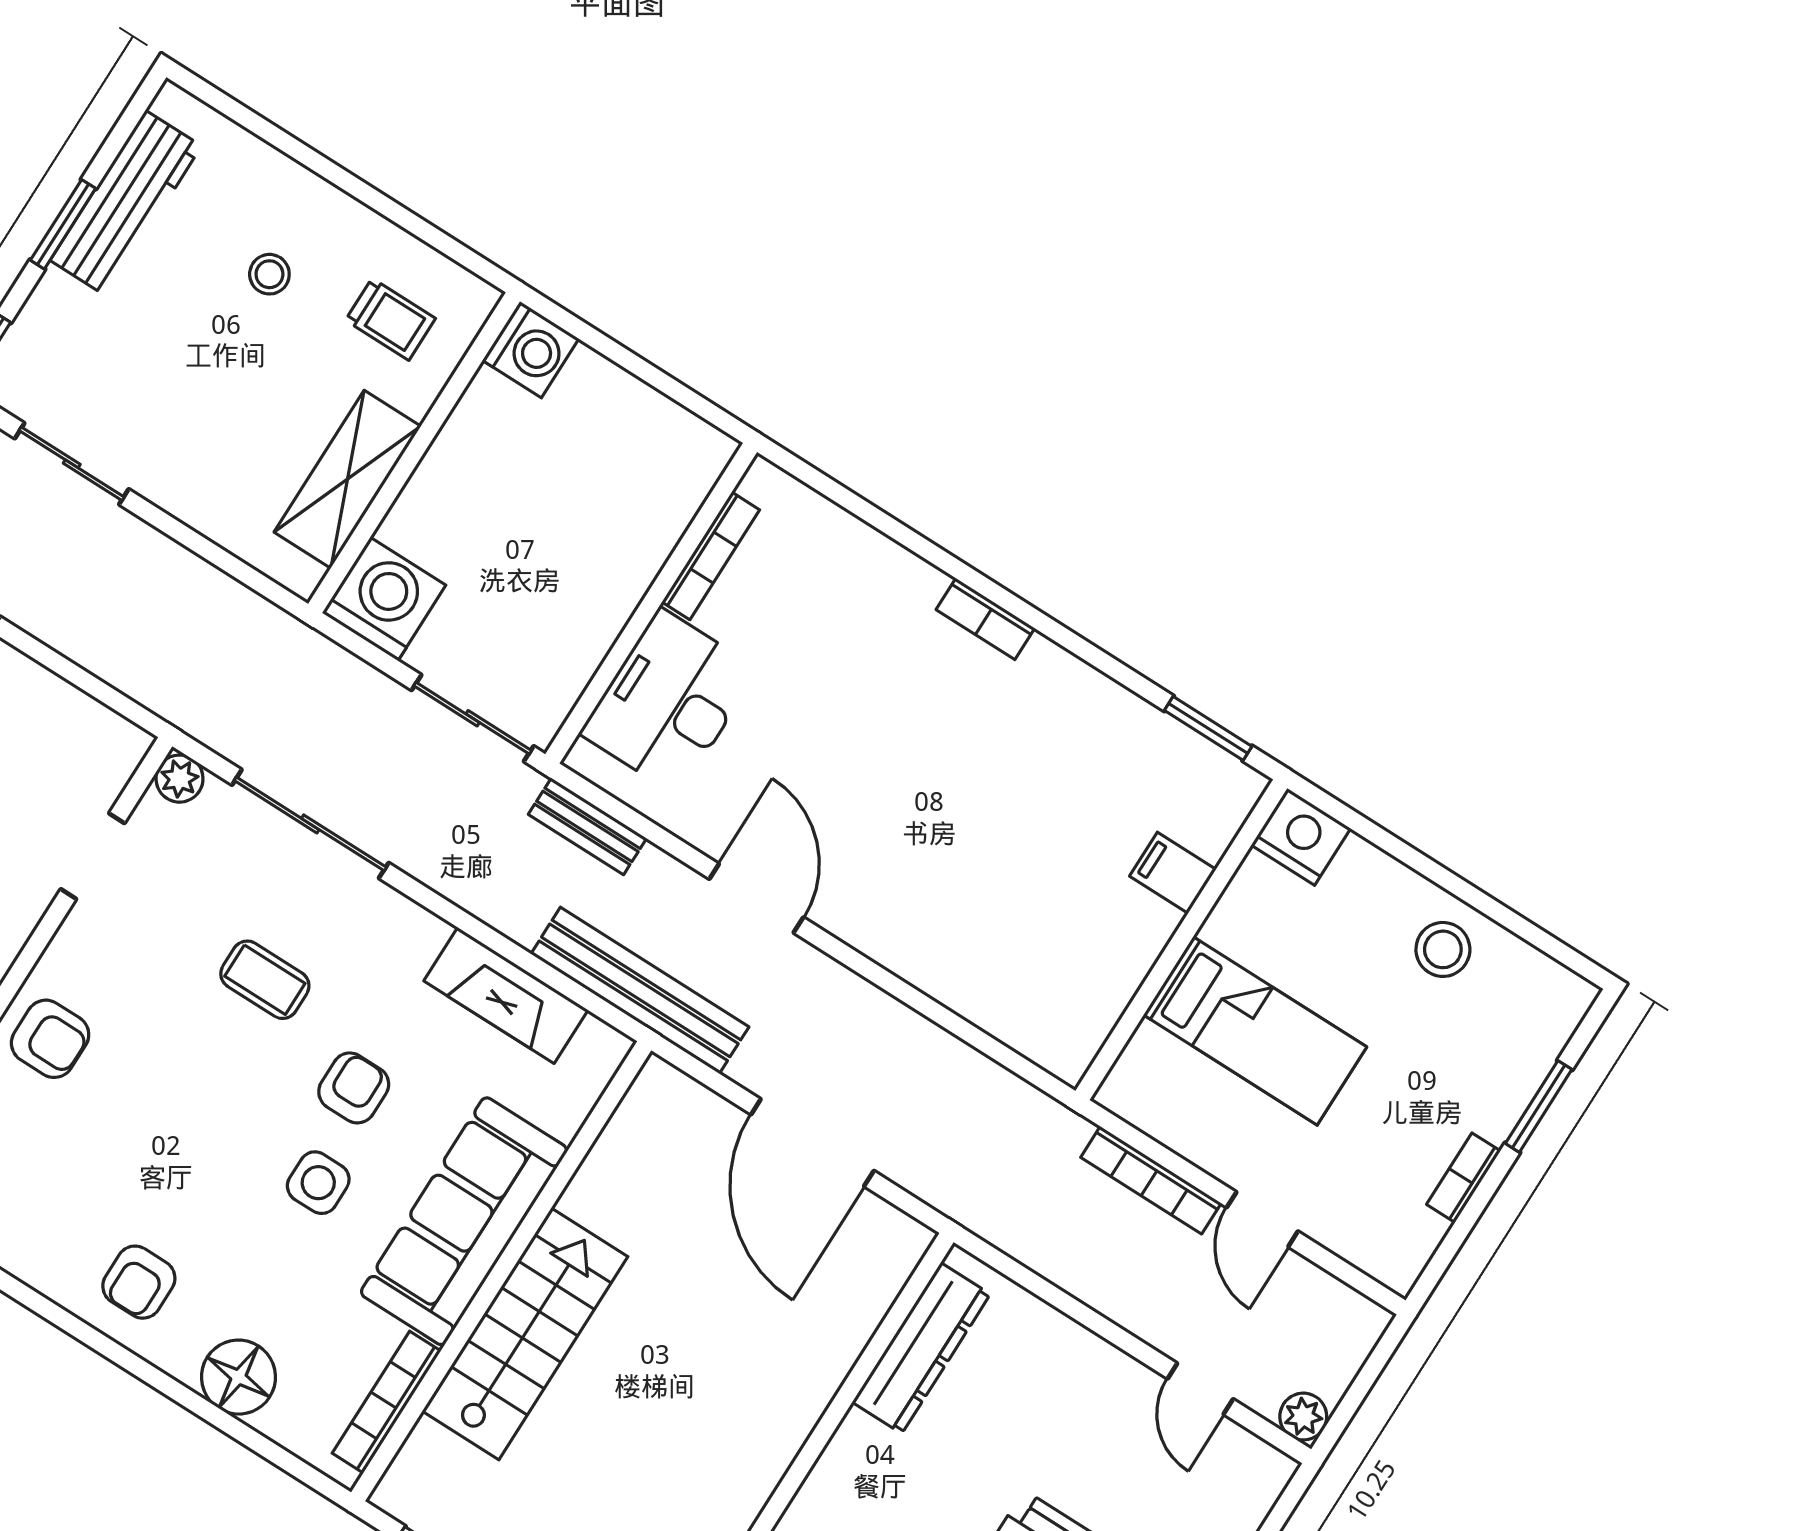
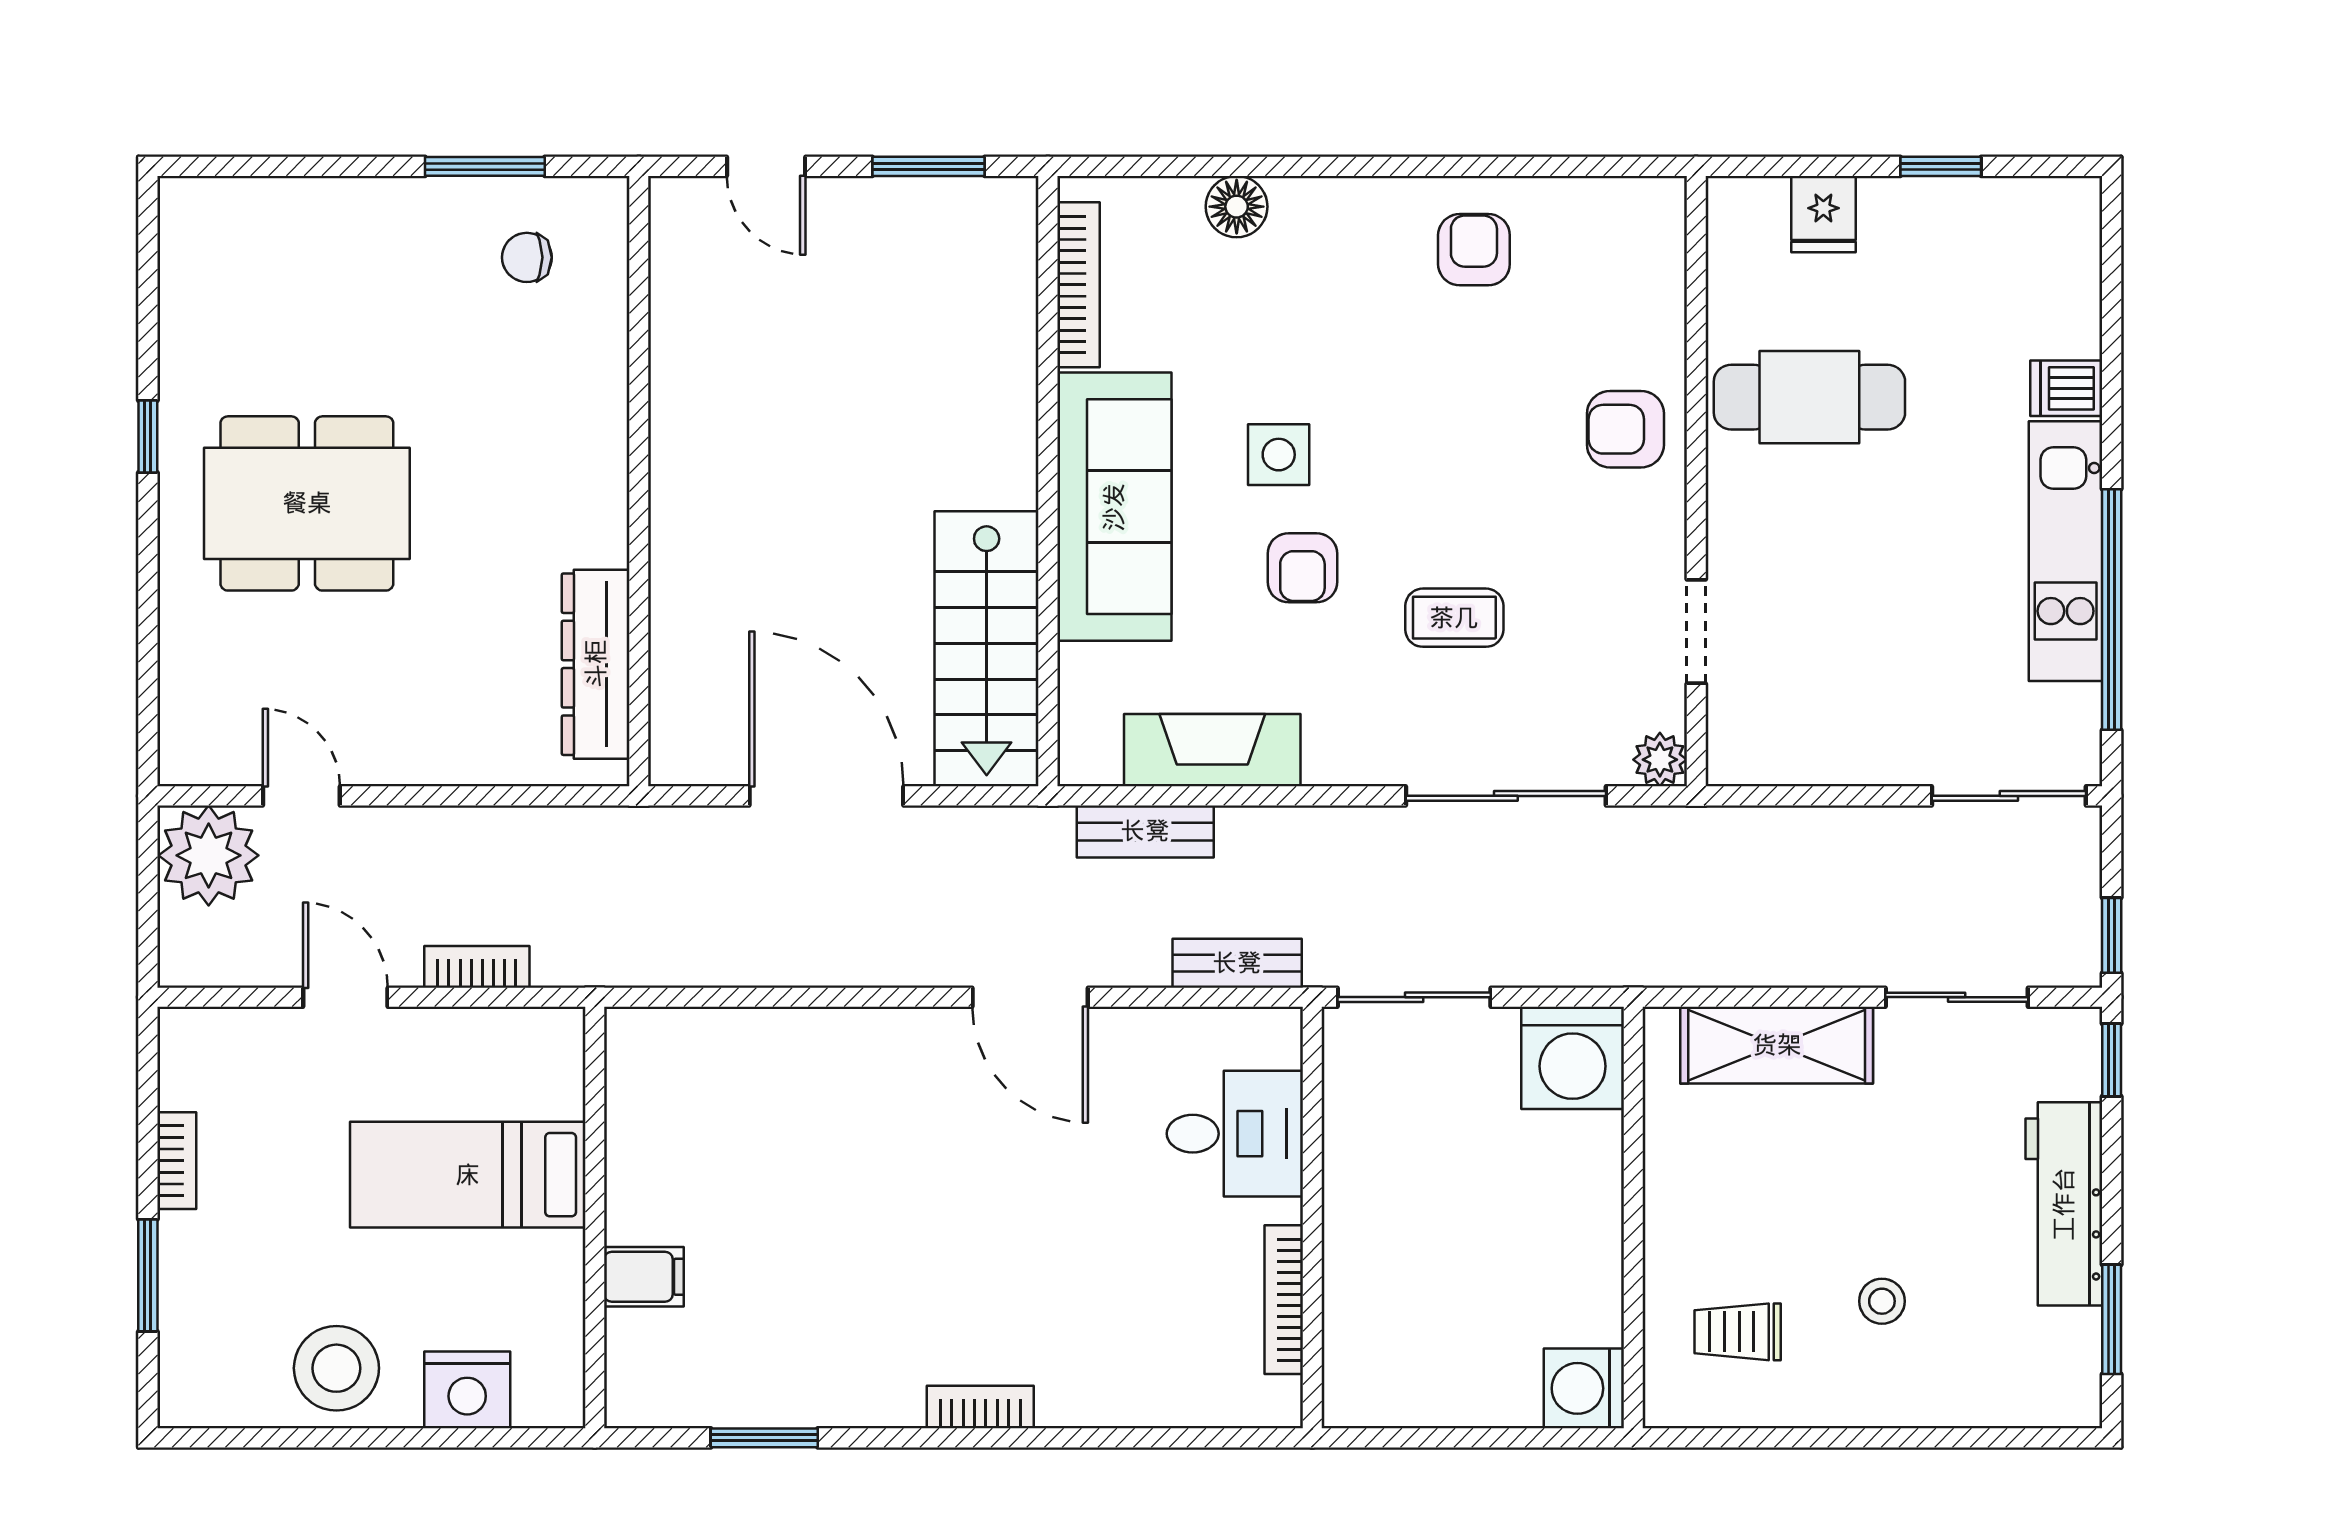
workbench: (126, 203) -> (2064, 1204), moved
window: (63, 224) -> (2112, 1319), moved
shelving: (347, 479) -> (1777, 1045), moved, turned 90
desk: (669, 701) -> (1235, 1134), width x0.73
window: (1208, 728) -> (764, 1438), moved
nightstand: (1301, 837) -> (467, 1390), moved
stool: (1443, 949) -> (336, 1368), width x1.38, depth x1.38
bench: (640, 990) -> (1145, 831), width x0.54, depth x0.82
bookcase: (1151, 1180) -> (477, 967), width x0.64
armchair: (139, 1282) -> (1474, 250), moved
stairs: (525, 1334) -> (987, 649), moved
floor lamp: (238, 1377) -> (1237, 207), width x0.73, depth x0.73
plant: (1303, 1417) -> (209, 855), width x1.87, depth x1.87

